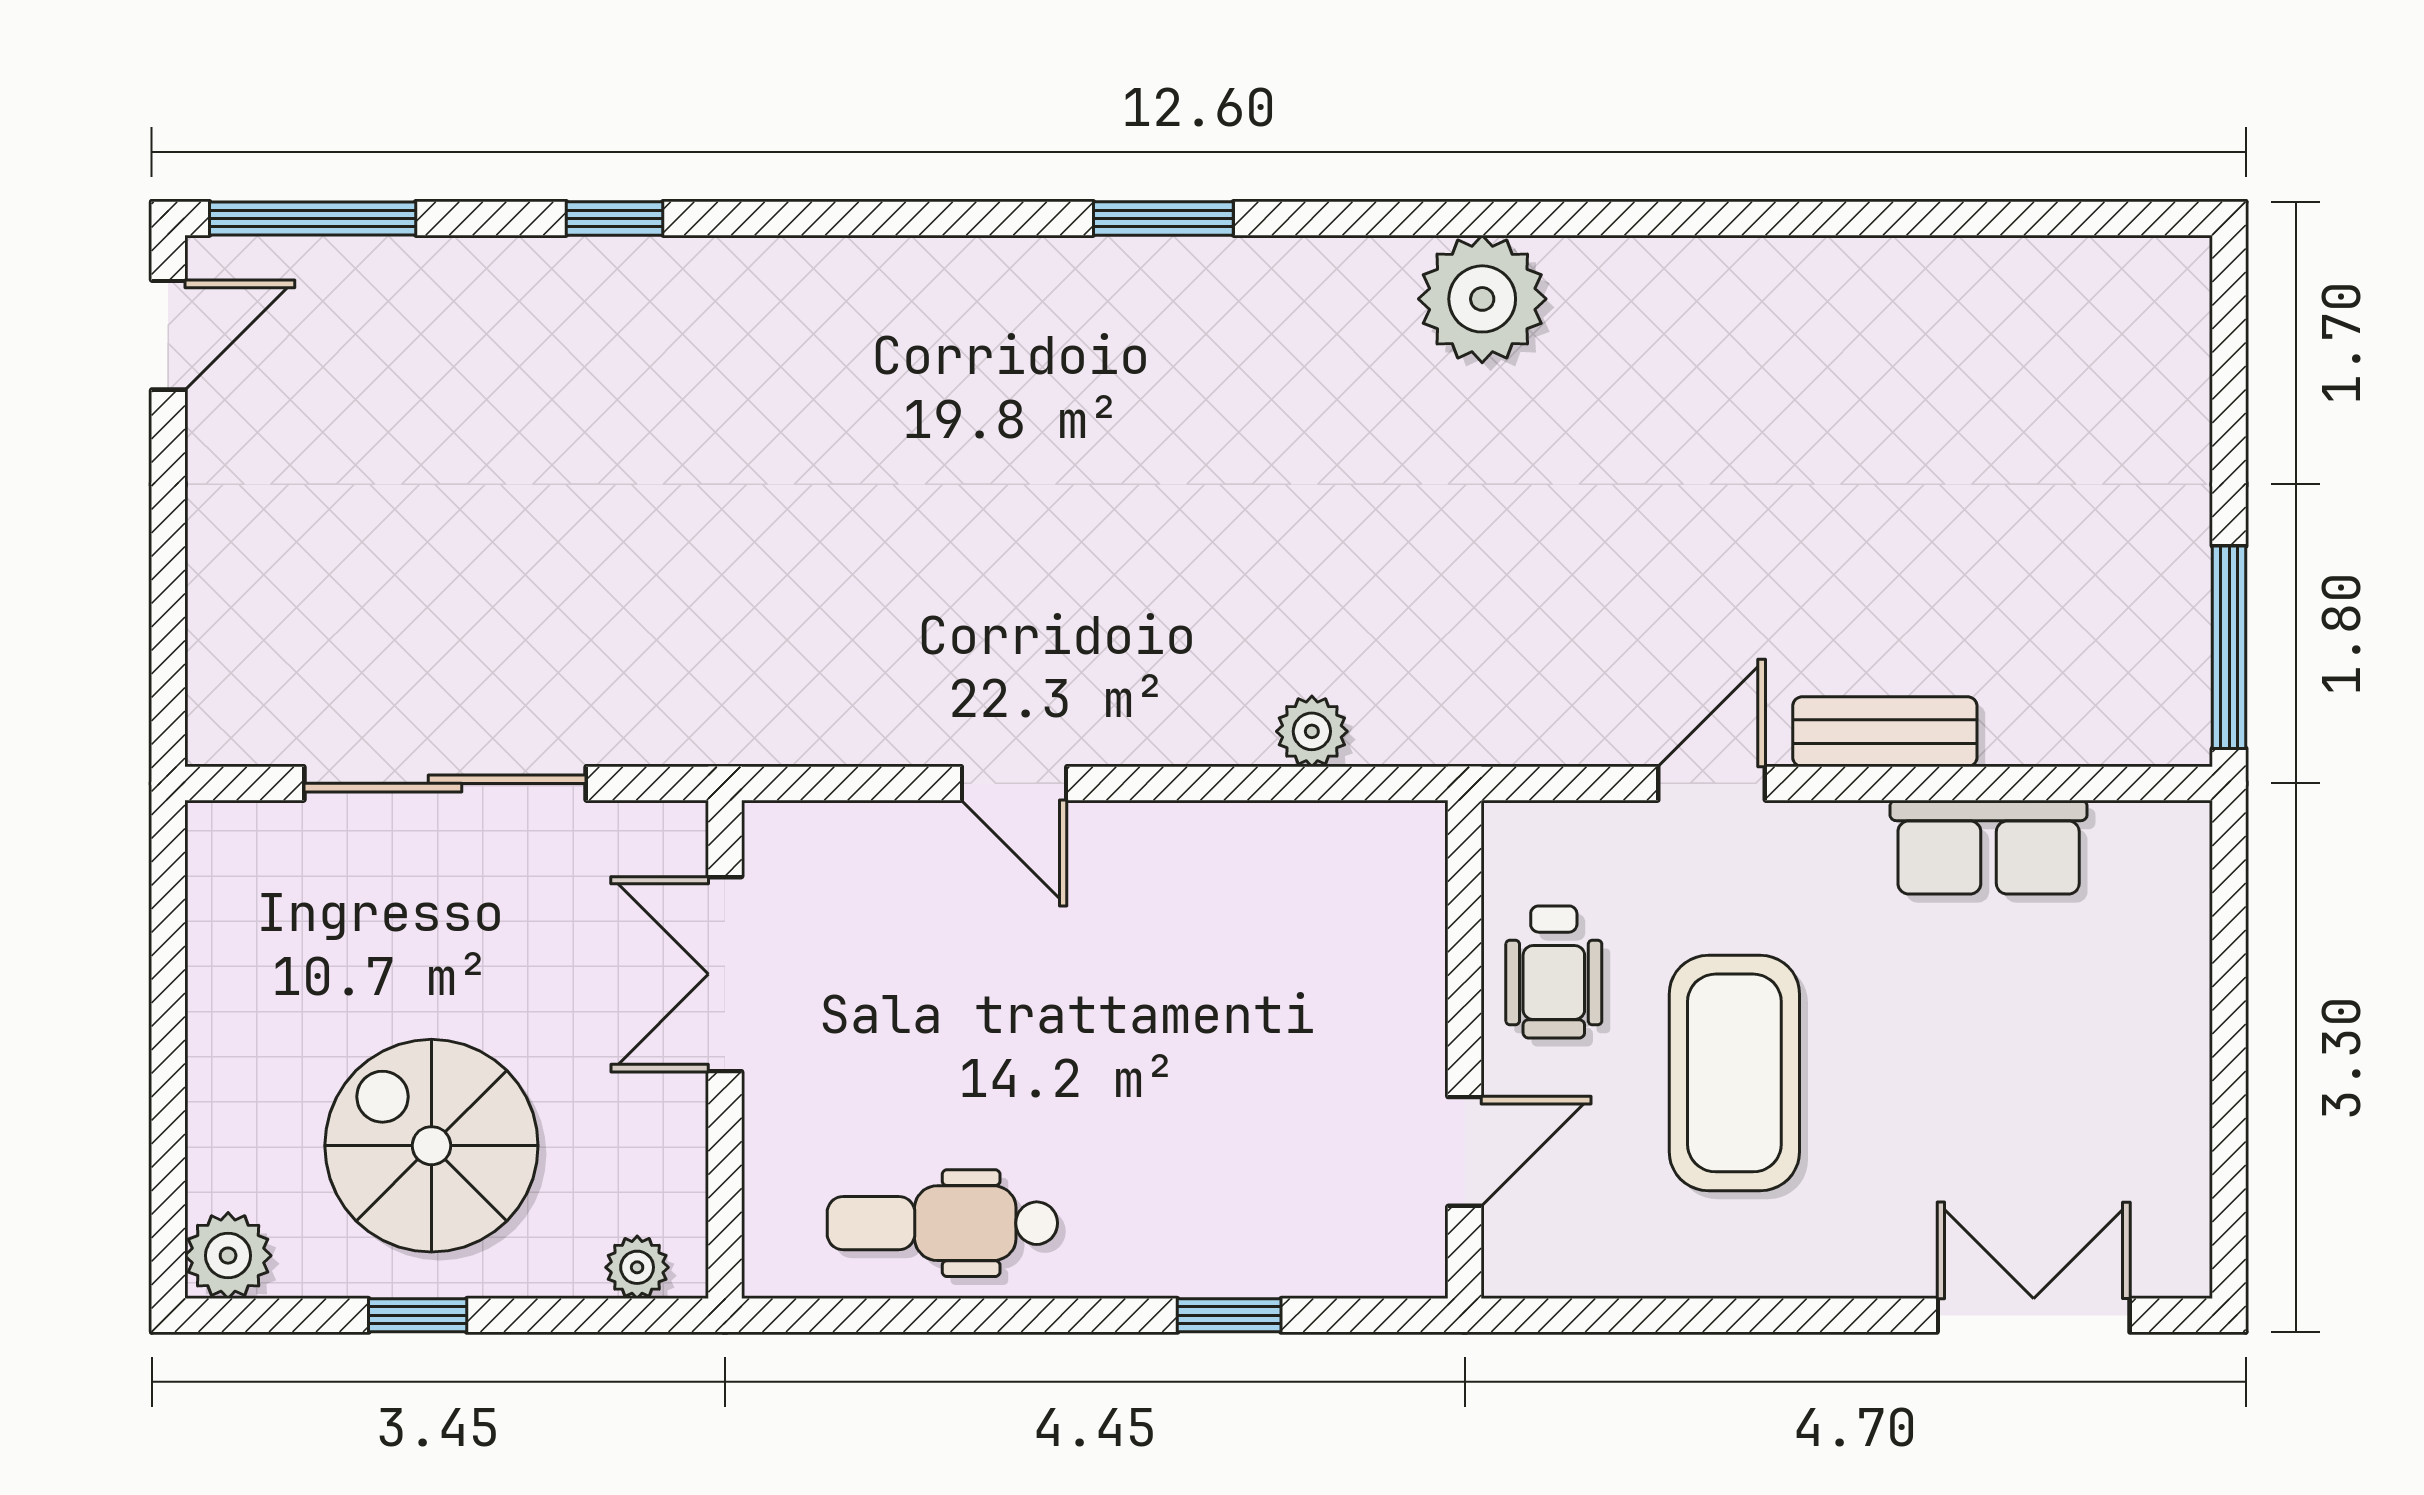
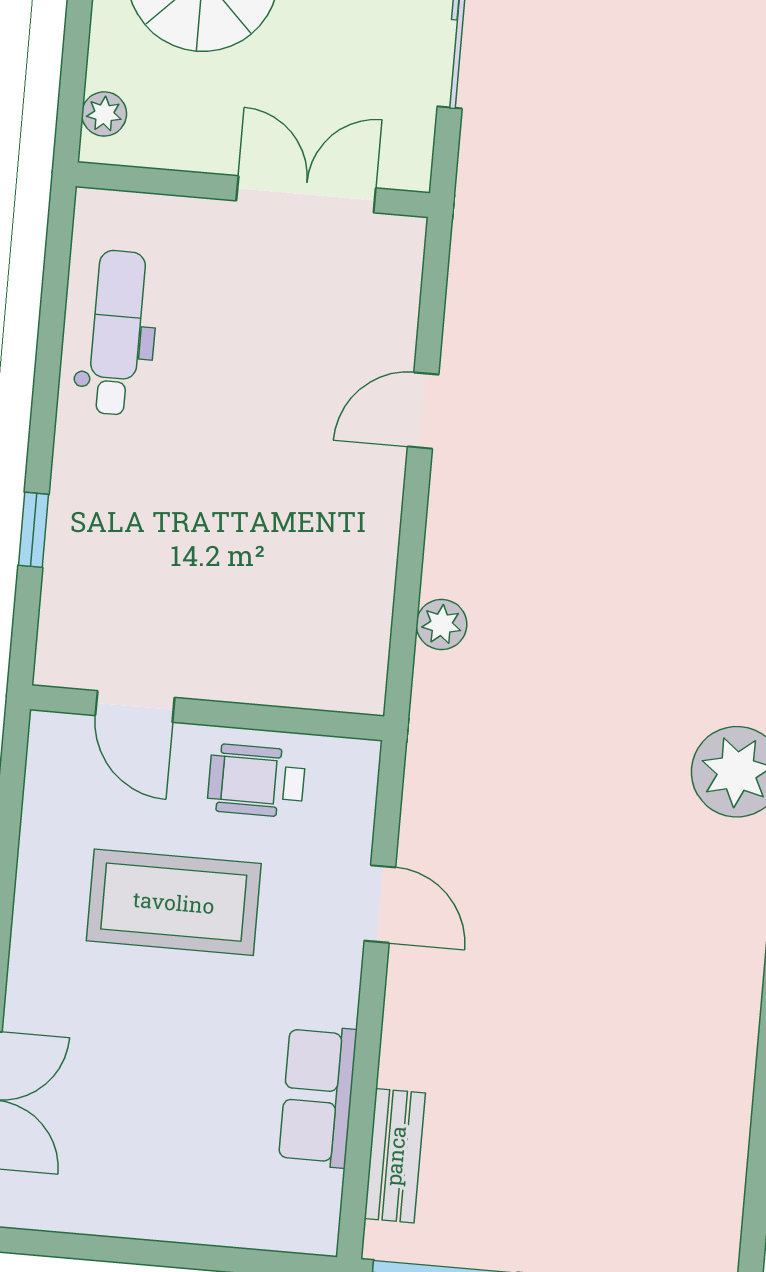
bench: (1885, 732) -> (395, 1156), moved

